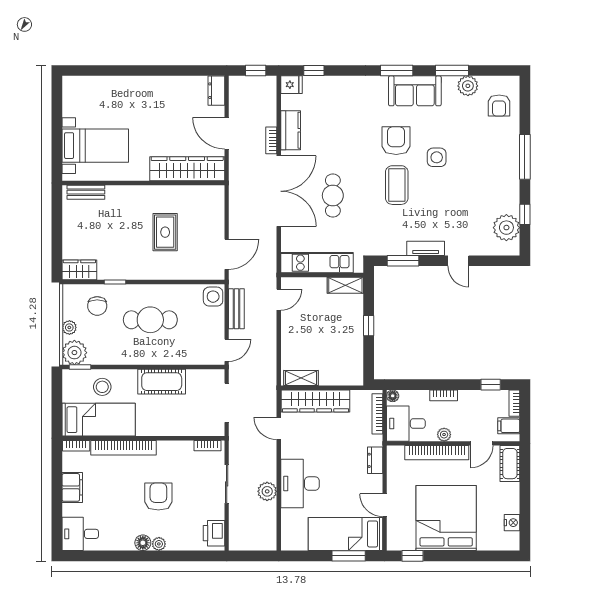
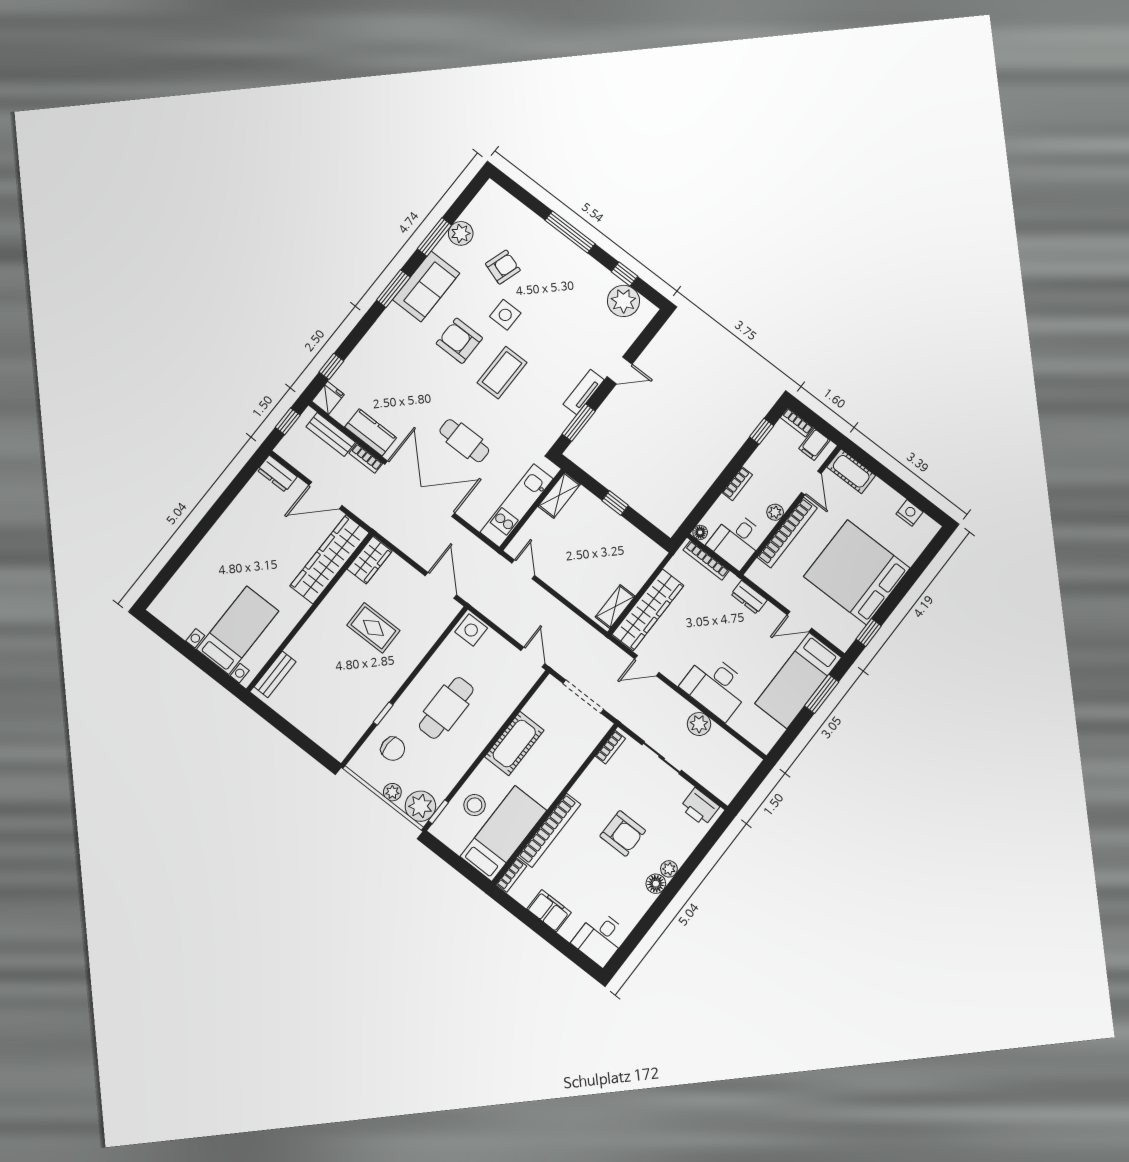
armchair: (499, 105) -> (503, 267), moved, turned -72
coffee table: (397, 185) -> (502, 373), turned 90
wardrobe: (79, 270) -> (369, 560), moved, turned 180
bench: (236, 309) -> (331, 434), moved
armchair: (158, 497) -> (623, 833), turned 180

